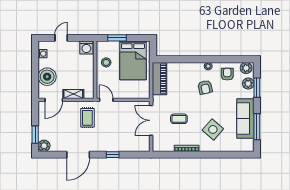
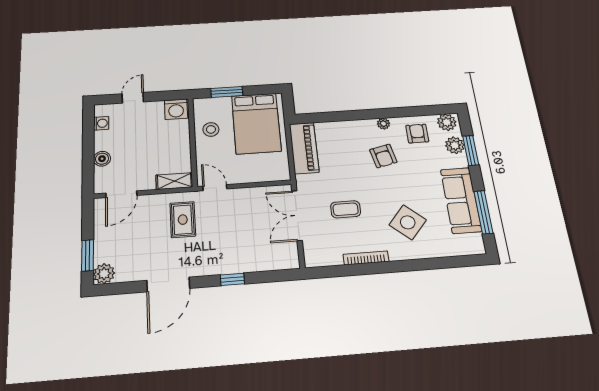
boiler: (47, 77) -> (102, 159), width x0.54, depth x0.54
shelving: (73, 94) -> (174, 181), moved

